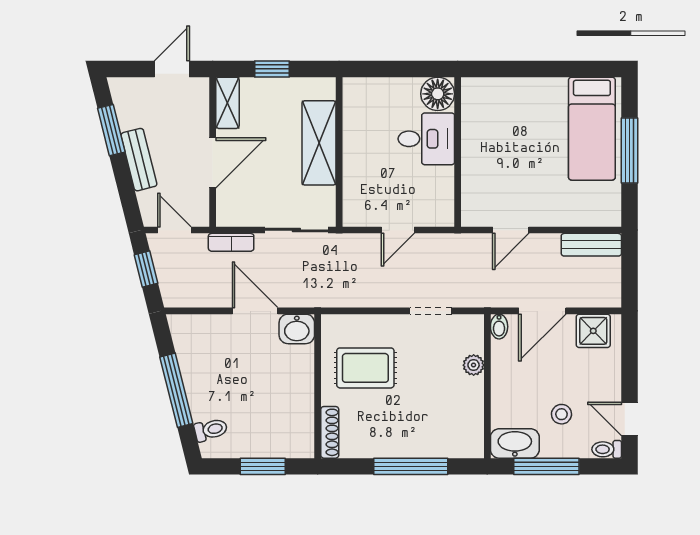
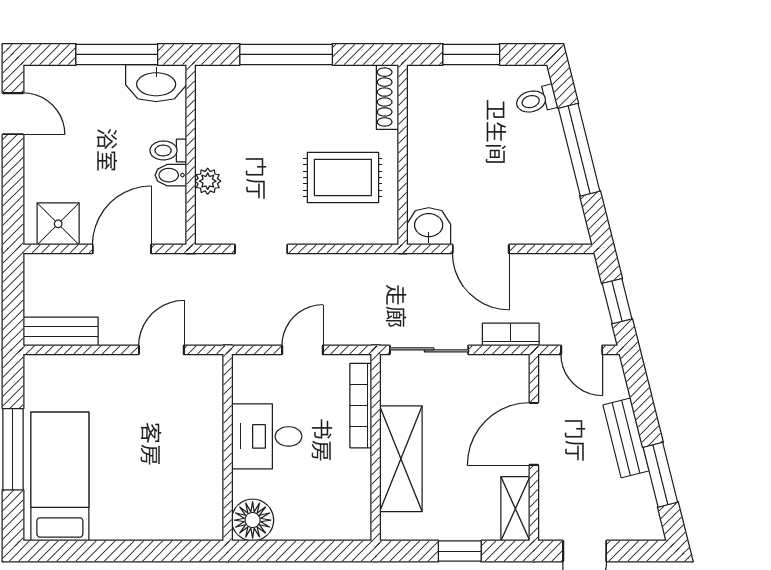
desk: (426, 139) -> (267, 436), moved
bookcase: (351, 185) -> (361, 406), added
bidet: (499, 327) -> (171, 175), moved, turned -90
stool: (561, 414) -> (98, 120), removed
toilet: (607, 449) -> (168, 150), moved, turned 180

